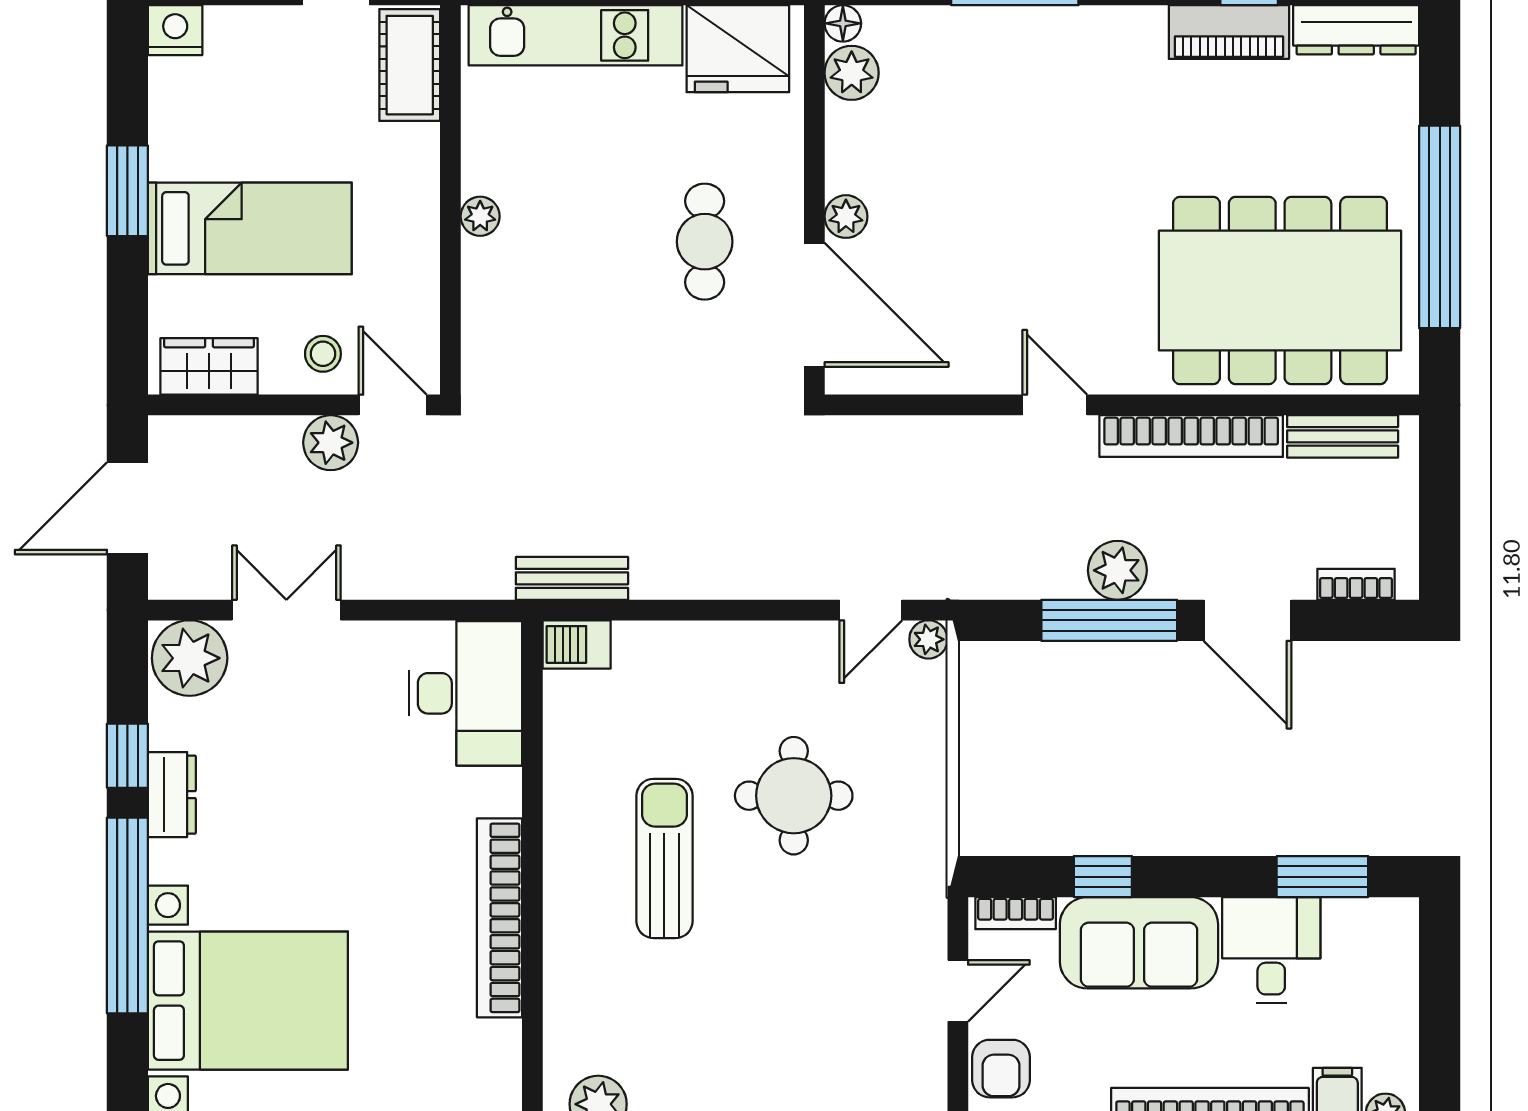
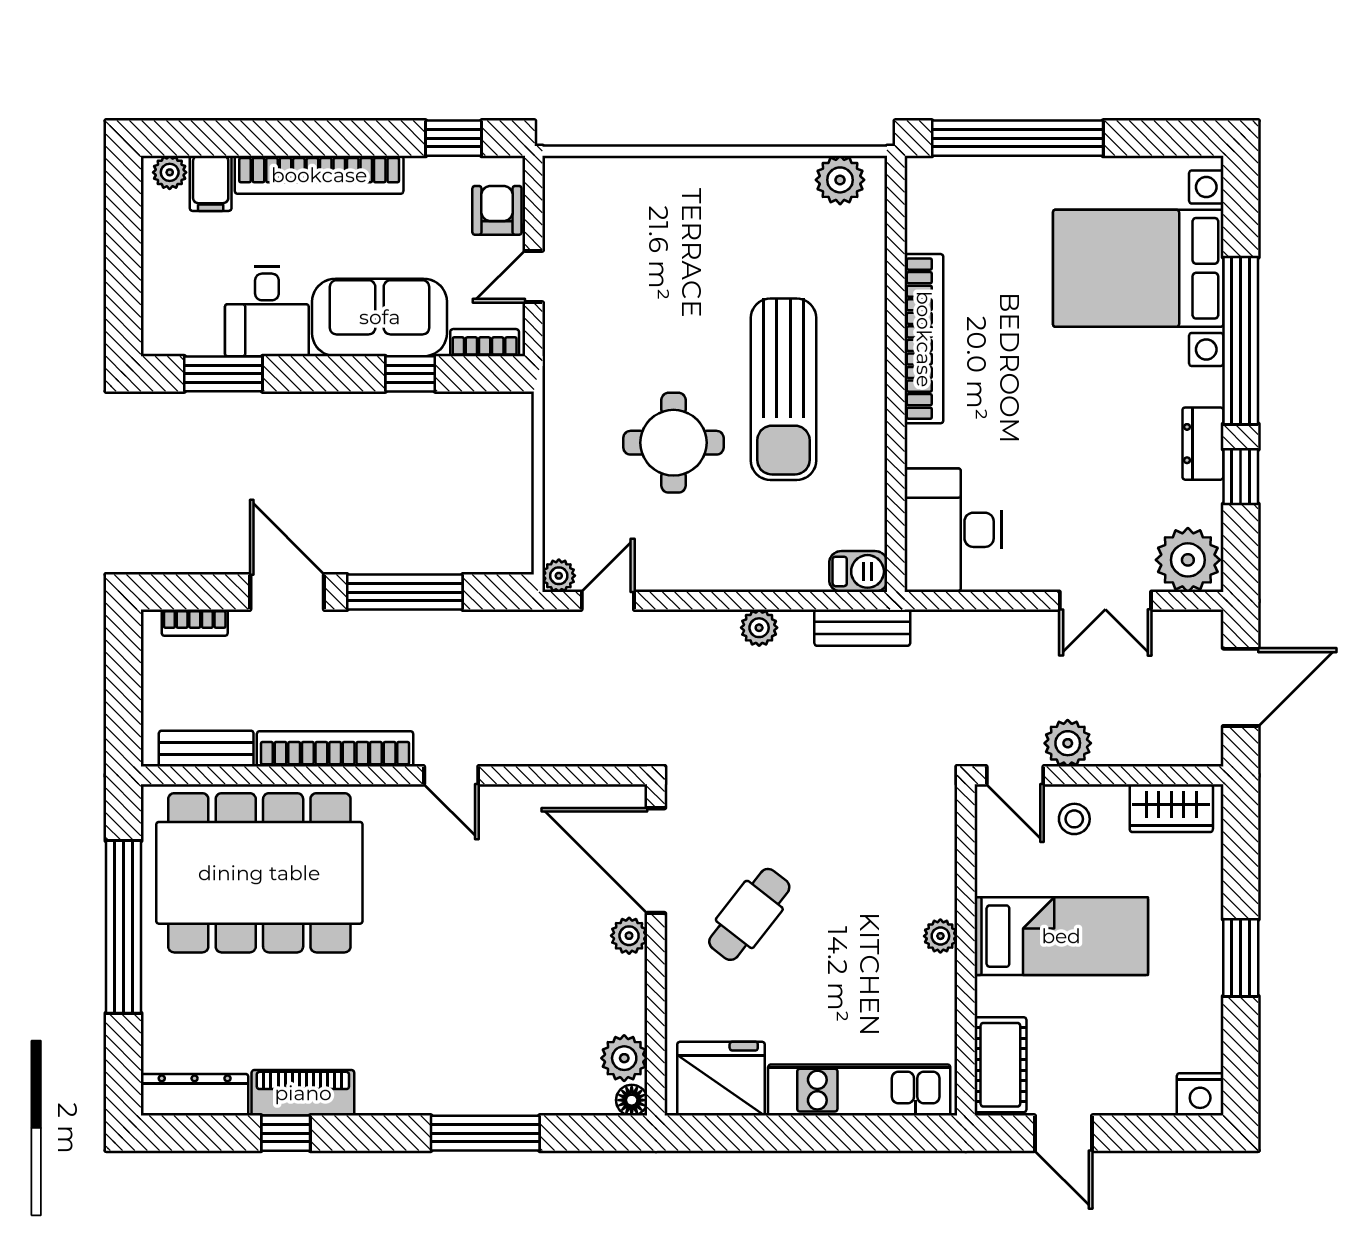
bed: (250, 228) -> (1061, 936), moved, turned 180
cafe table: (705, 242) -> (749, 914), turned 38
plant: (1117, 570) -> (759, 628), moved, width x0.73, depth x0.73
sun lounger: (664, 858) -> (783, 389), width x1.36, depth x1.34

